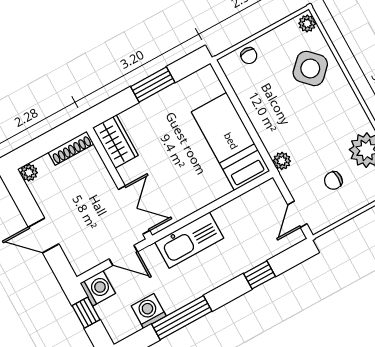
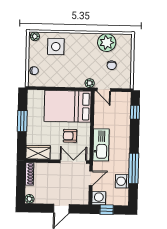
side table: (310, 68) -> (56, 47), turned 45
bed: (231, 141) -> (68, 106), width x1.50
armchair: (174, 179) -> (70, 136), added
door: (297, 214) -> (104, 90), moved
window: (259, 275) -> (135, 112), moved

